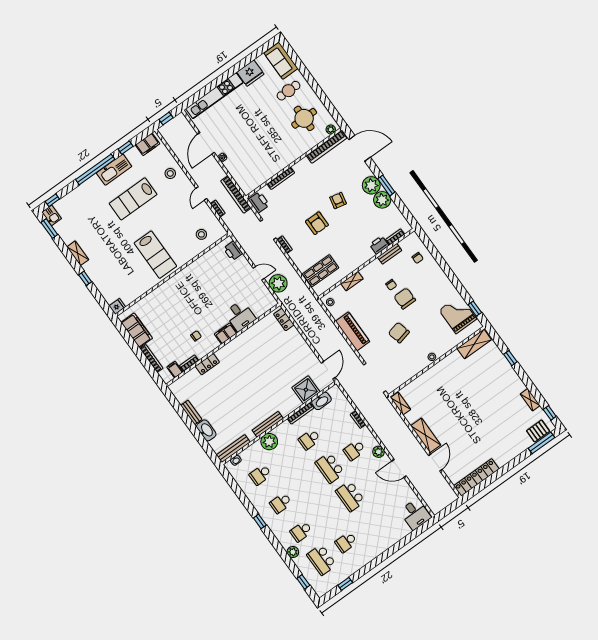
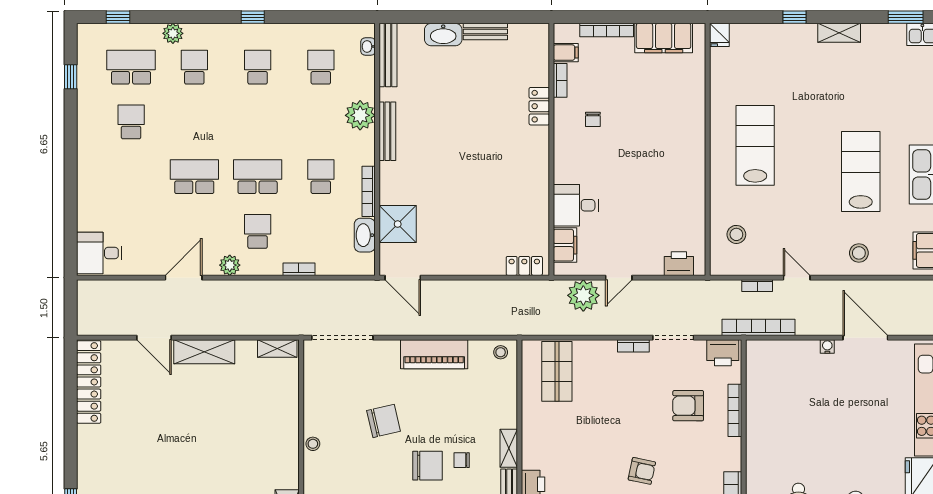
armchair: (317, 223) -> (688, 406), moved
lab bench: (155, 255) -> (755, 145), turned 90
shelving: (352, 281) -> (509, 448), moved
filing cabinet: (226, 334) -> (565, 245), moved

